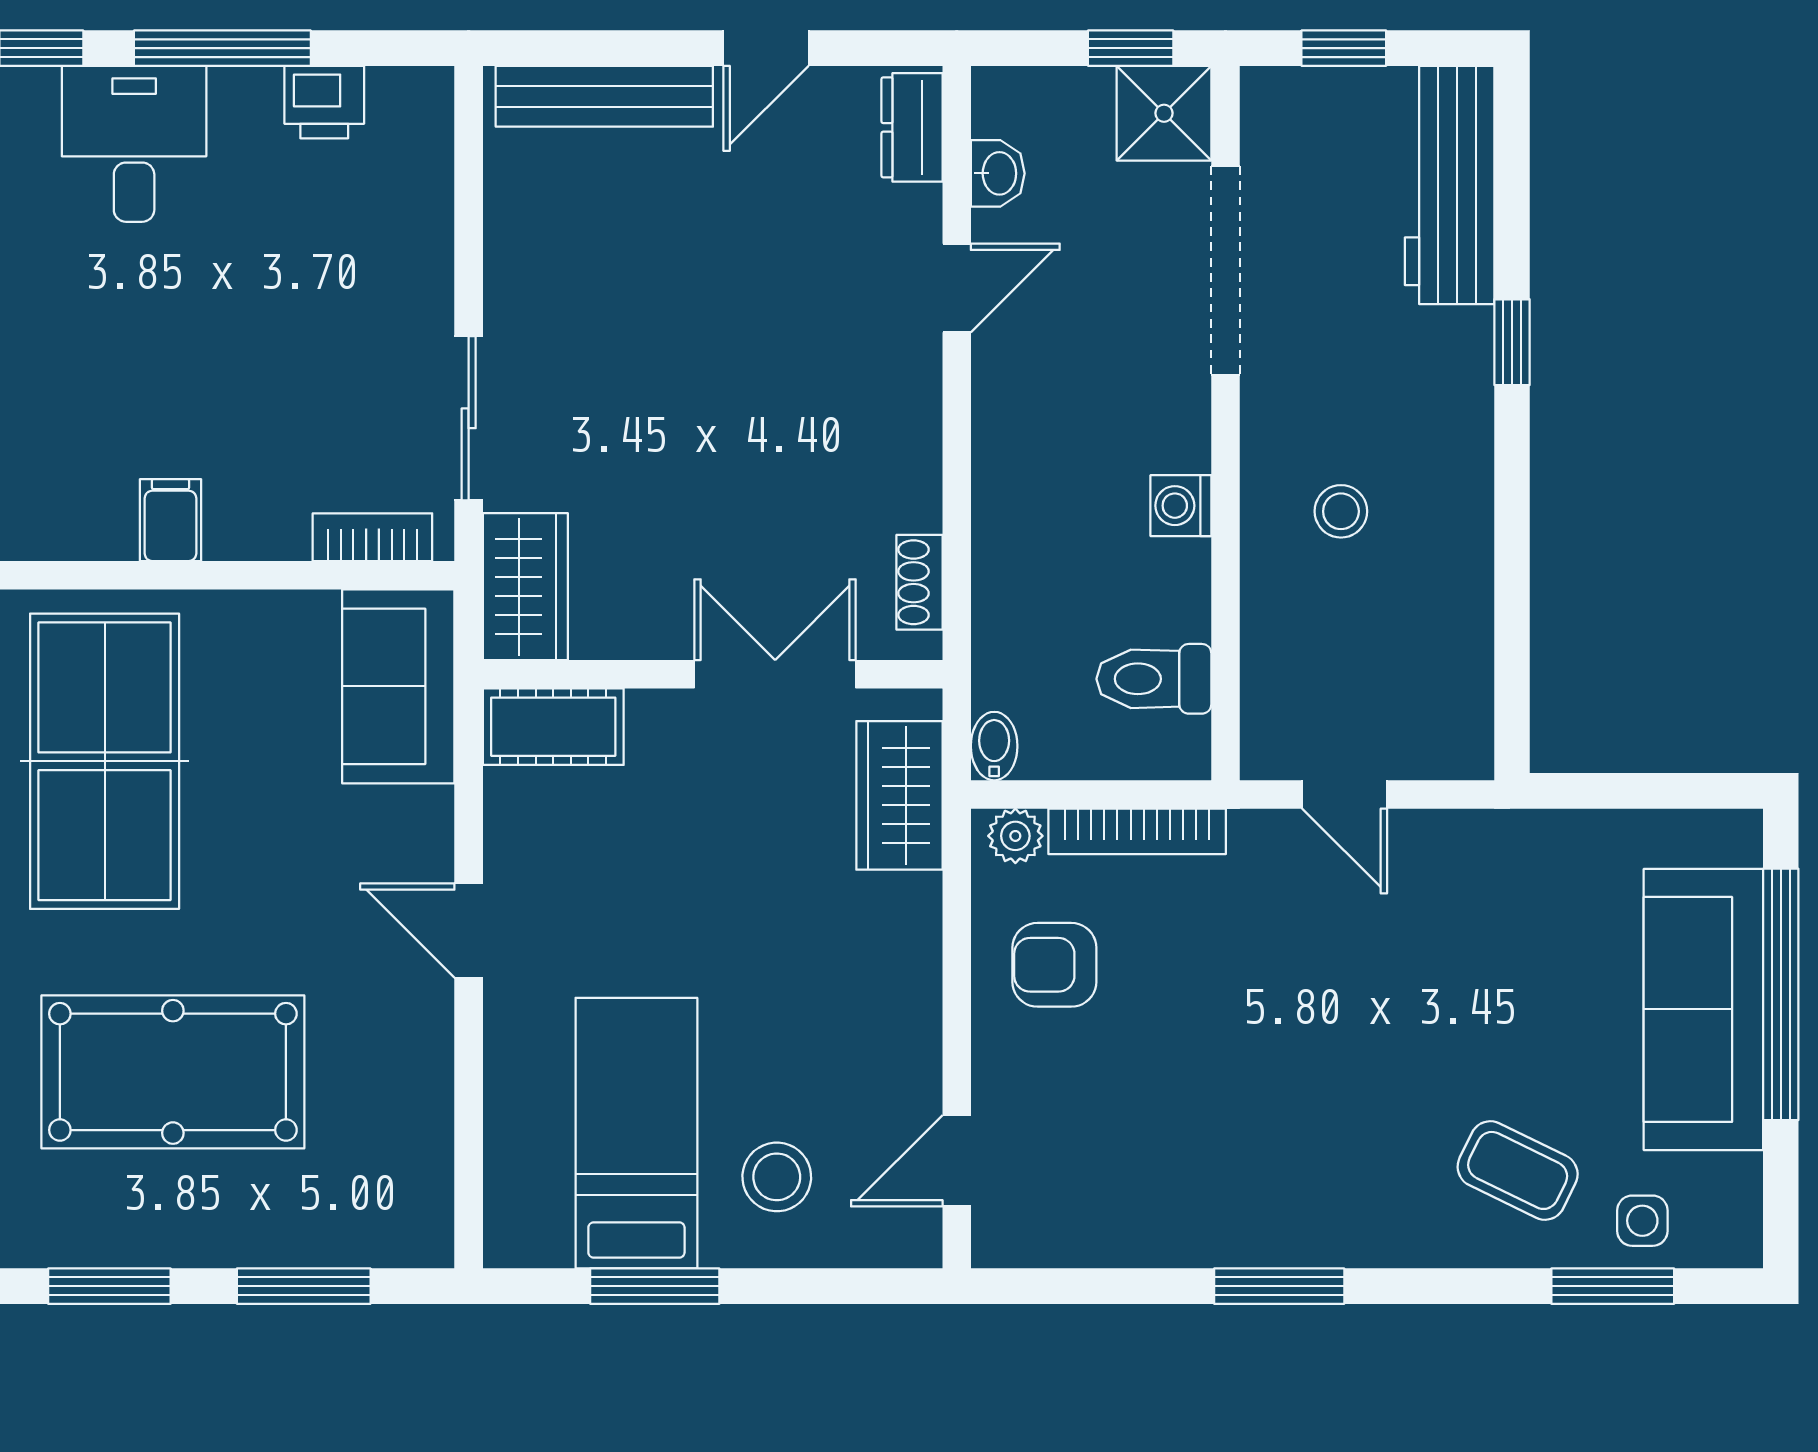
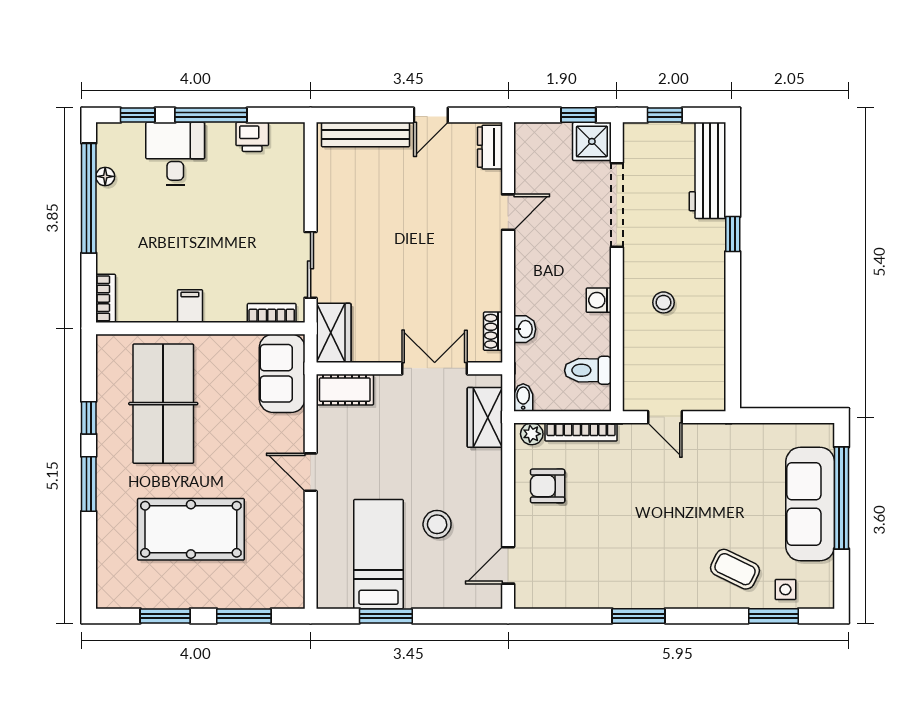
washbasin: (998, 173) -> (525, 329), moved
stool: (777, 1177) -> (437, 524), moved

